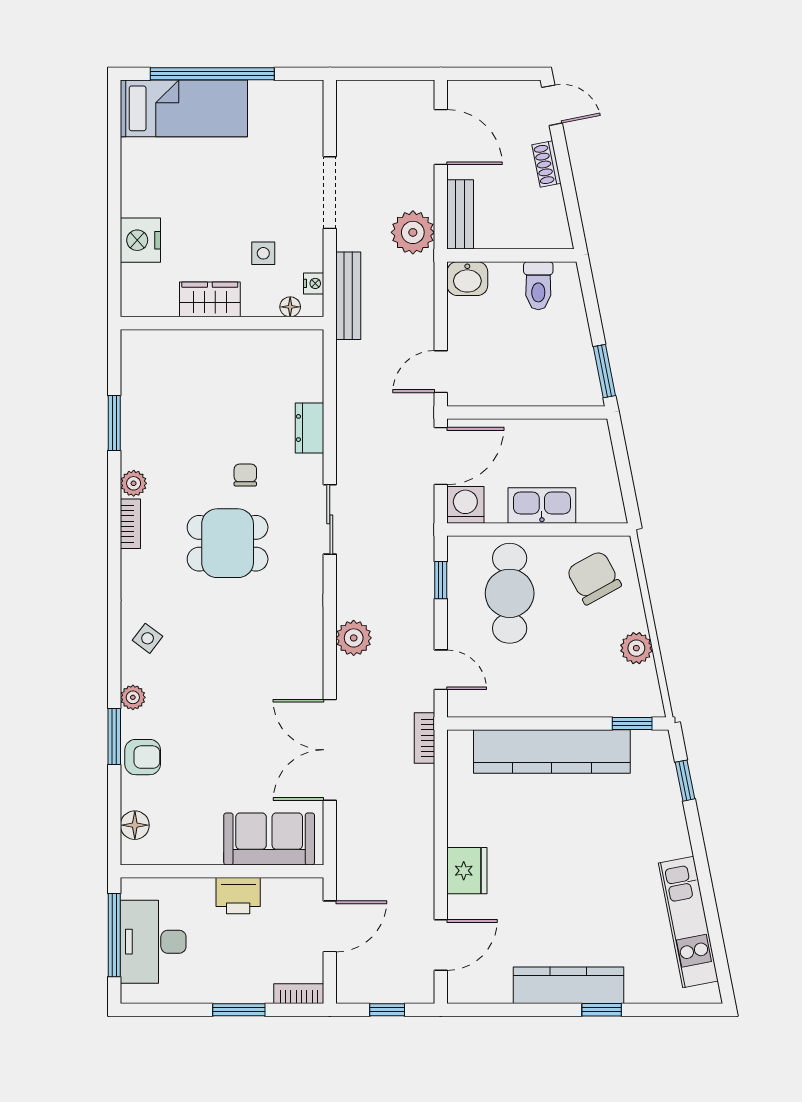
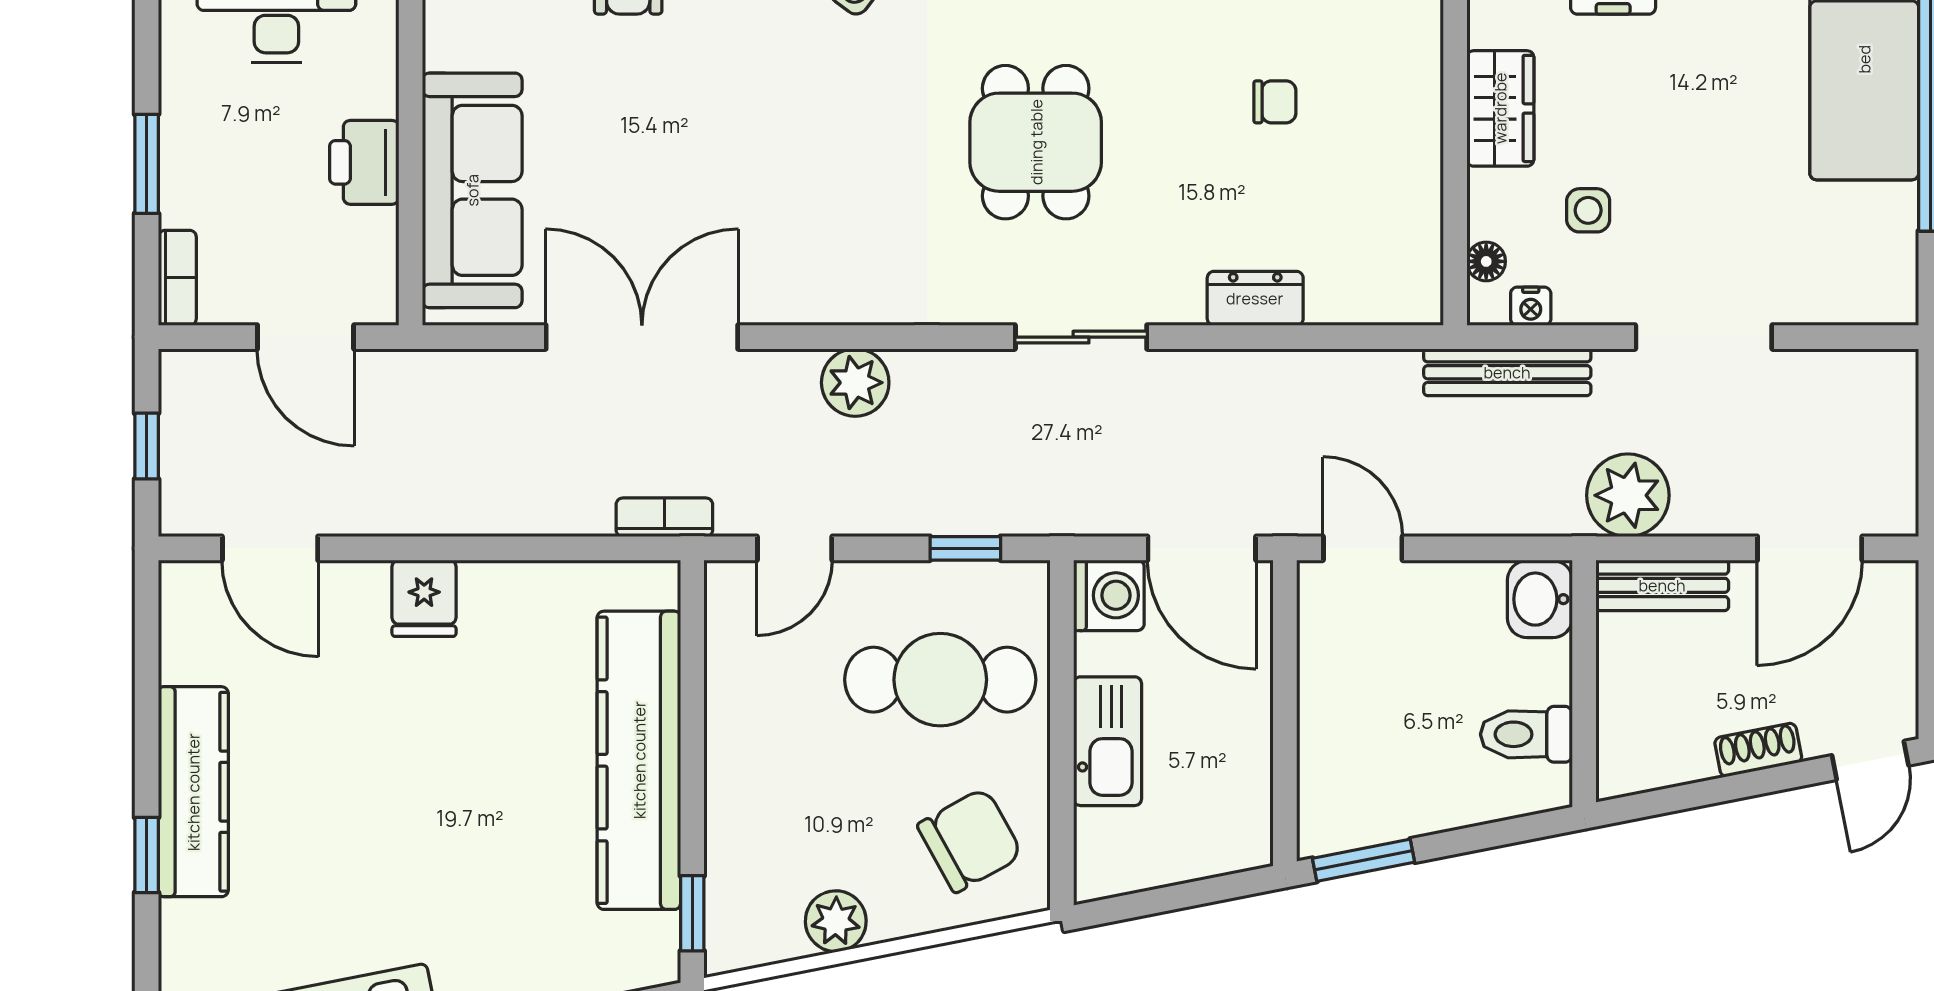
chair: (245, 475) -> (1275, 102), moved
sofa: (269, 839) -> (472, 190), width x1.36
fridge: (467, 871) -> (424, 598), width x0.72

